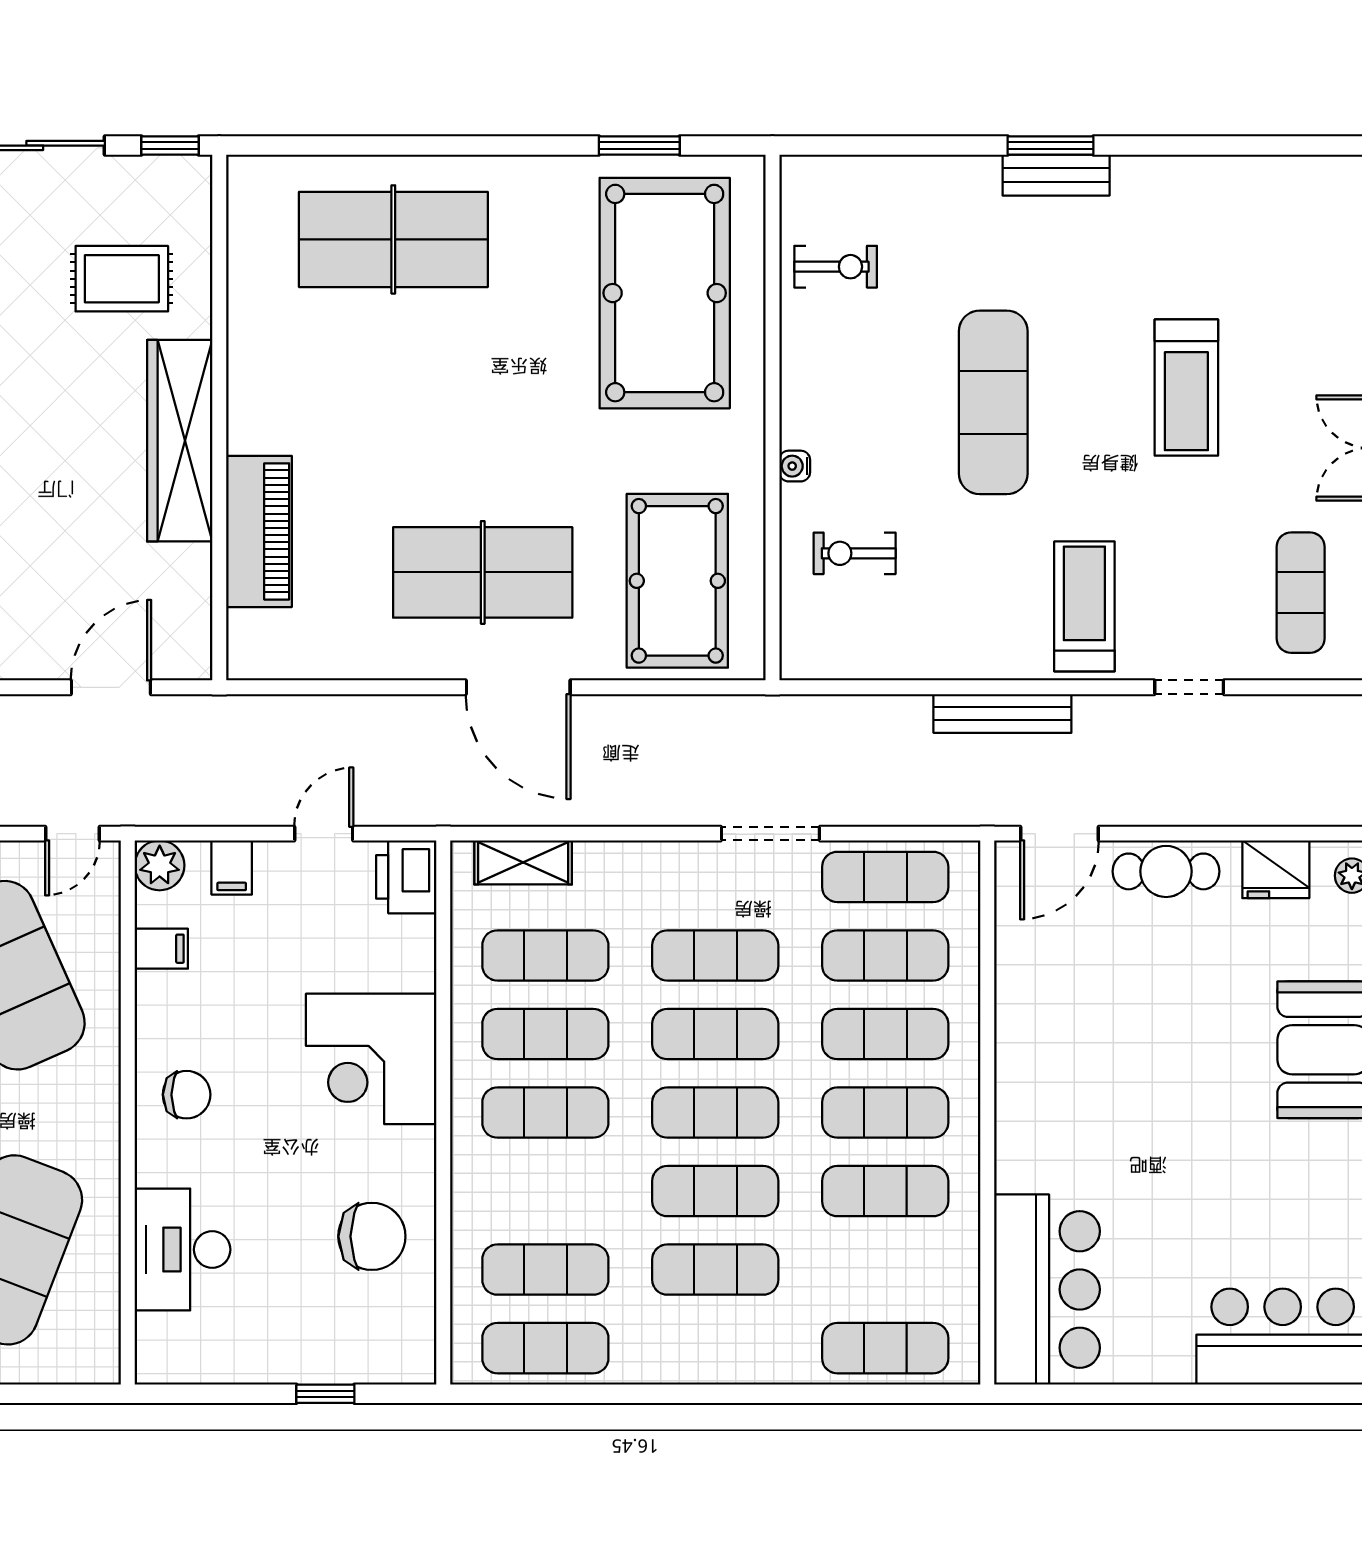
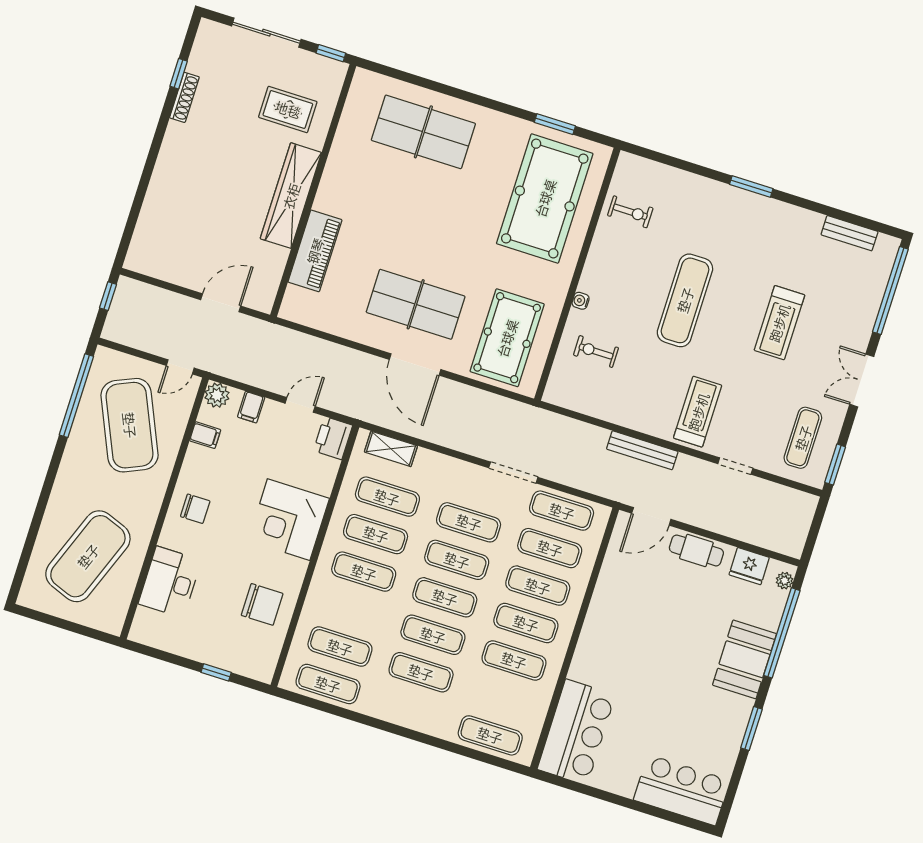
bench: (1056, 175) -> (849, 233), moved

